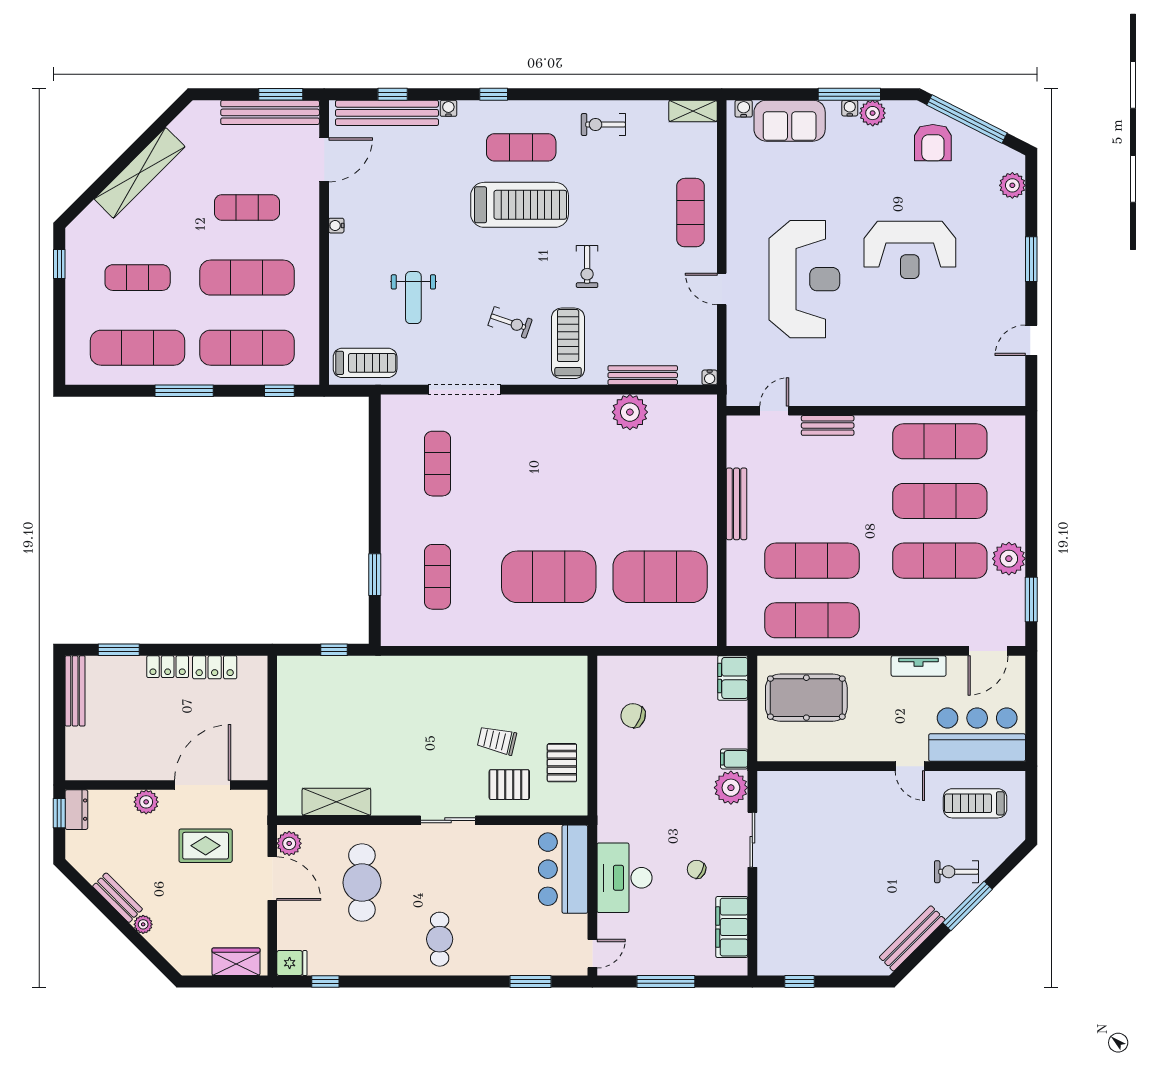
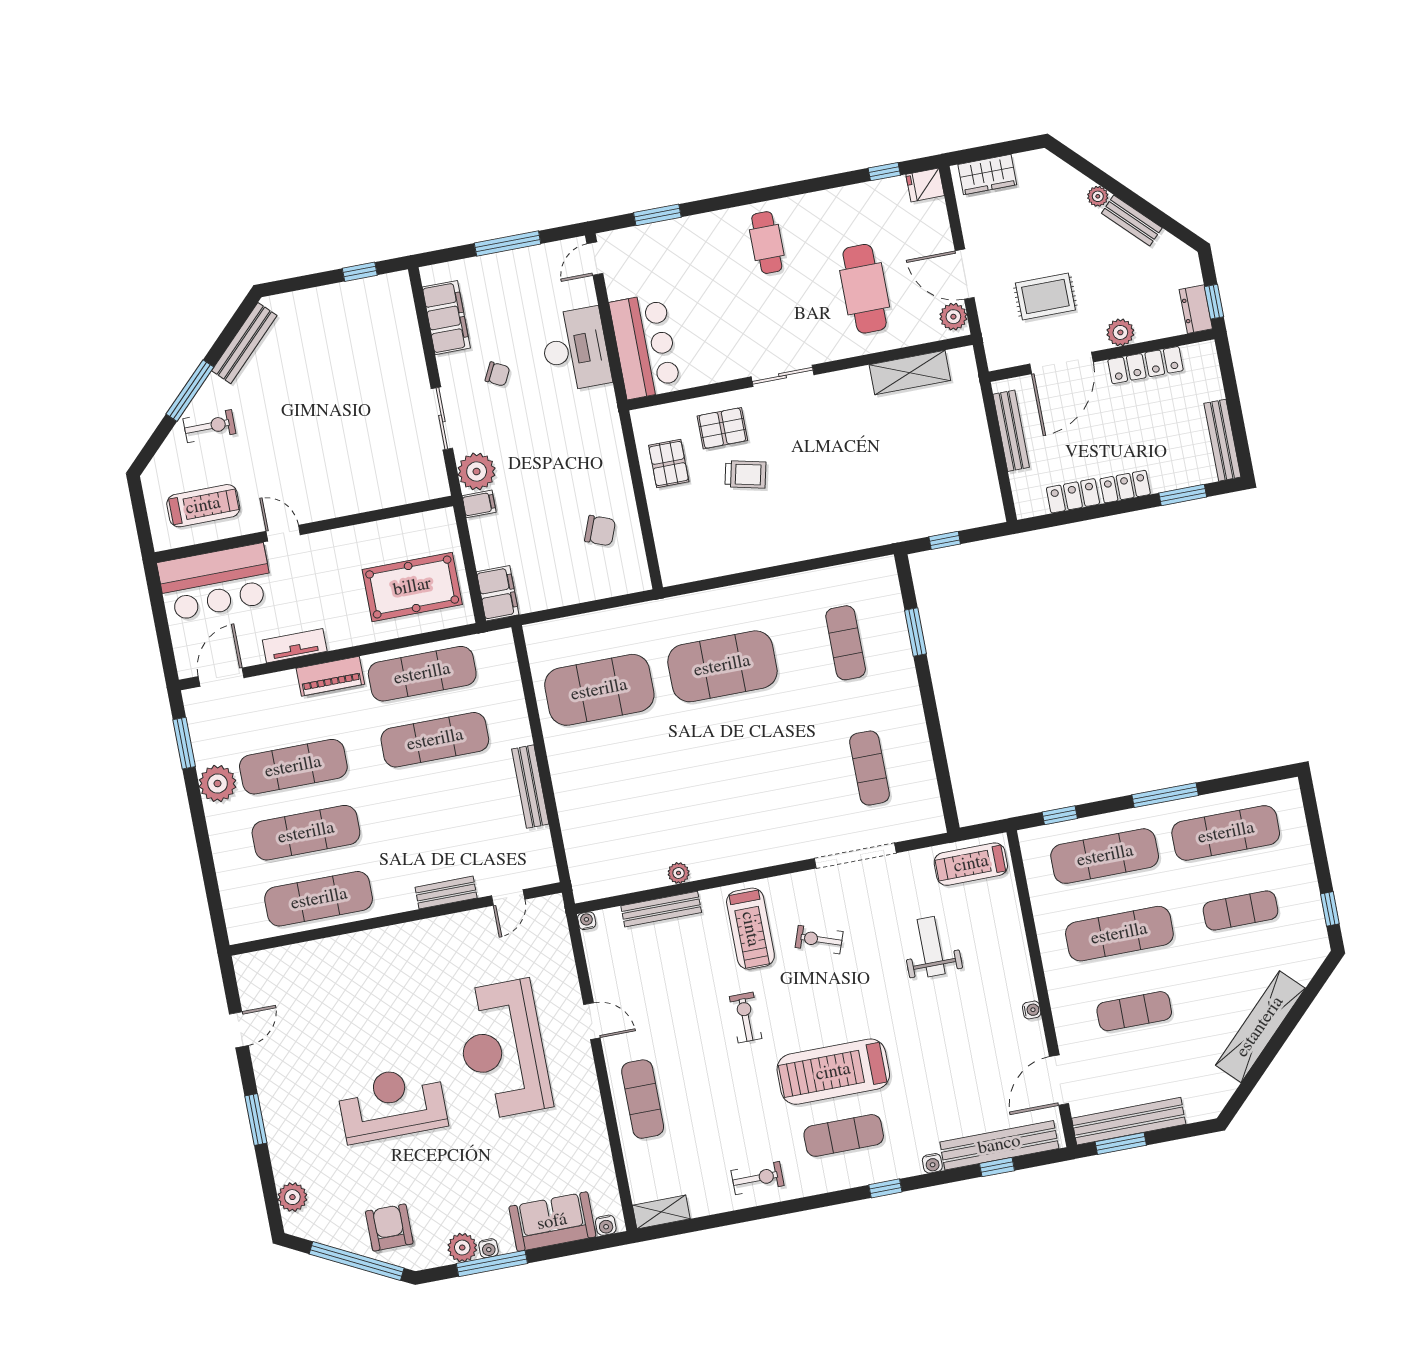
plant: (630, 412) -> (679, 873), width x0.53, depth x0.53
piano: (893, 633) -> (330, 676), added
bench: (258, 734) -> (1011, 431), added
locker: (130, 769) -> (1146, 365), added

